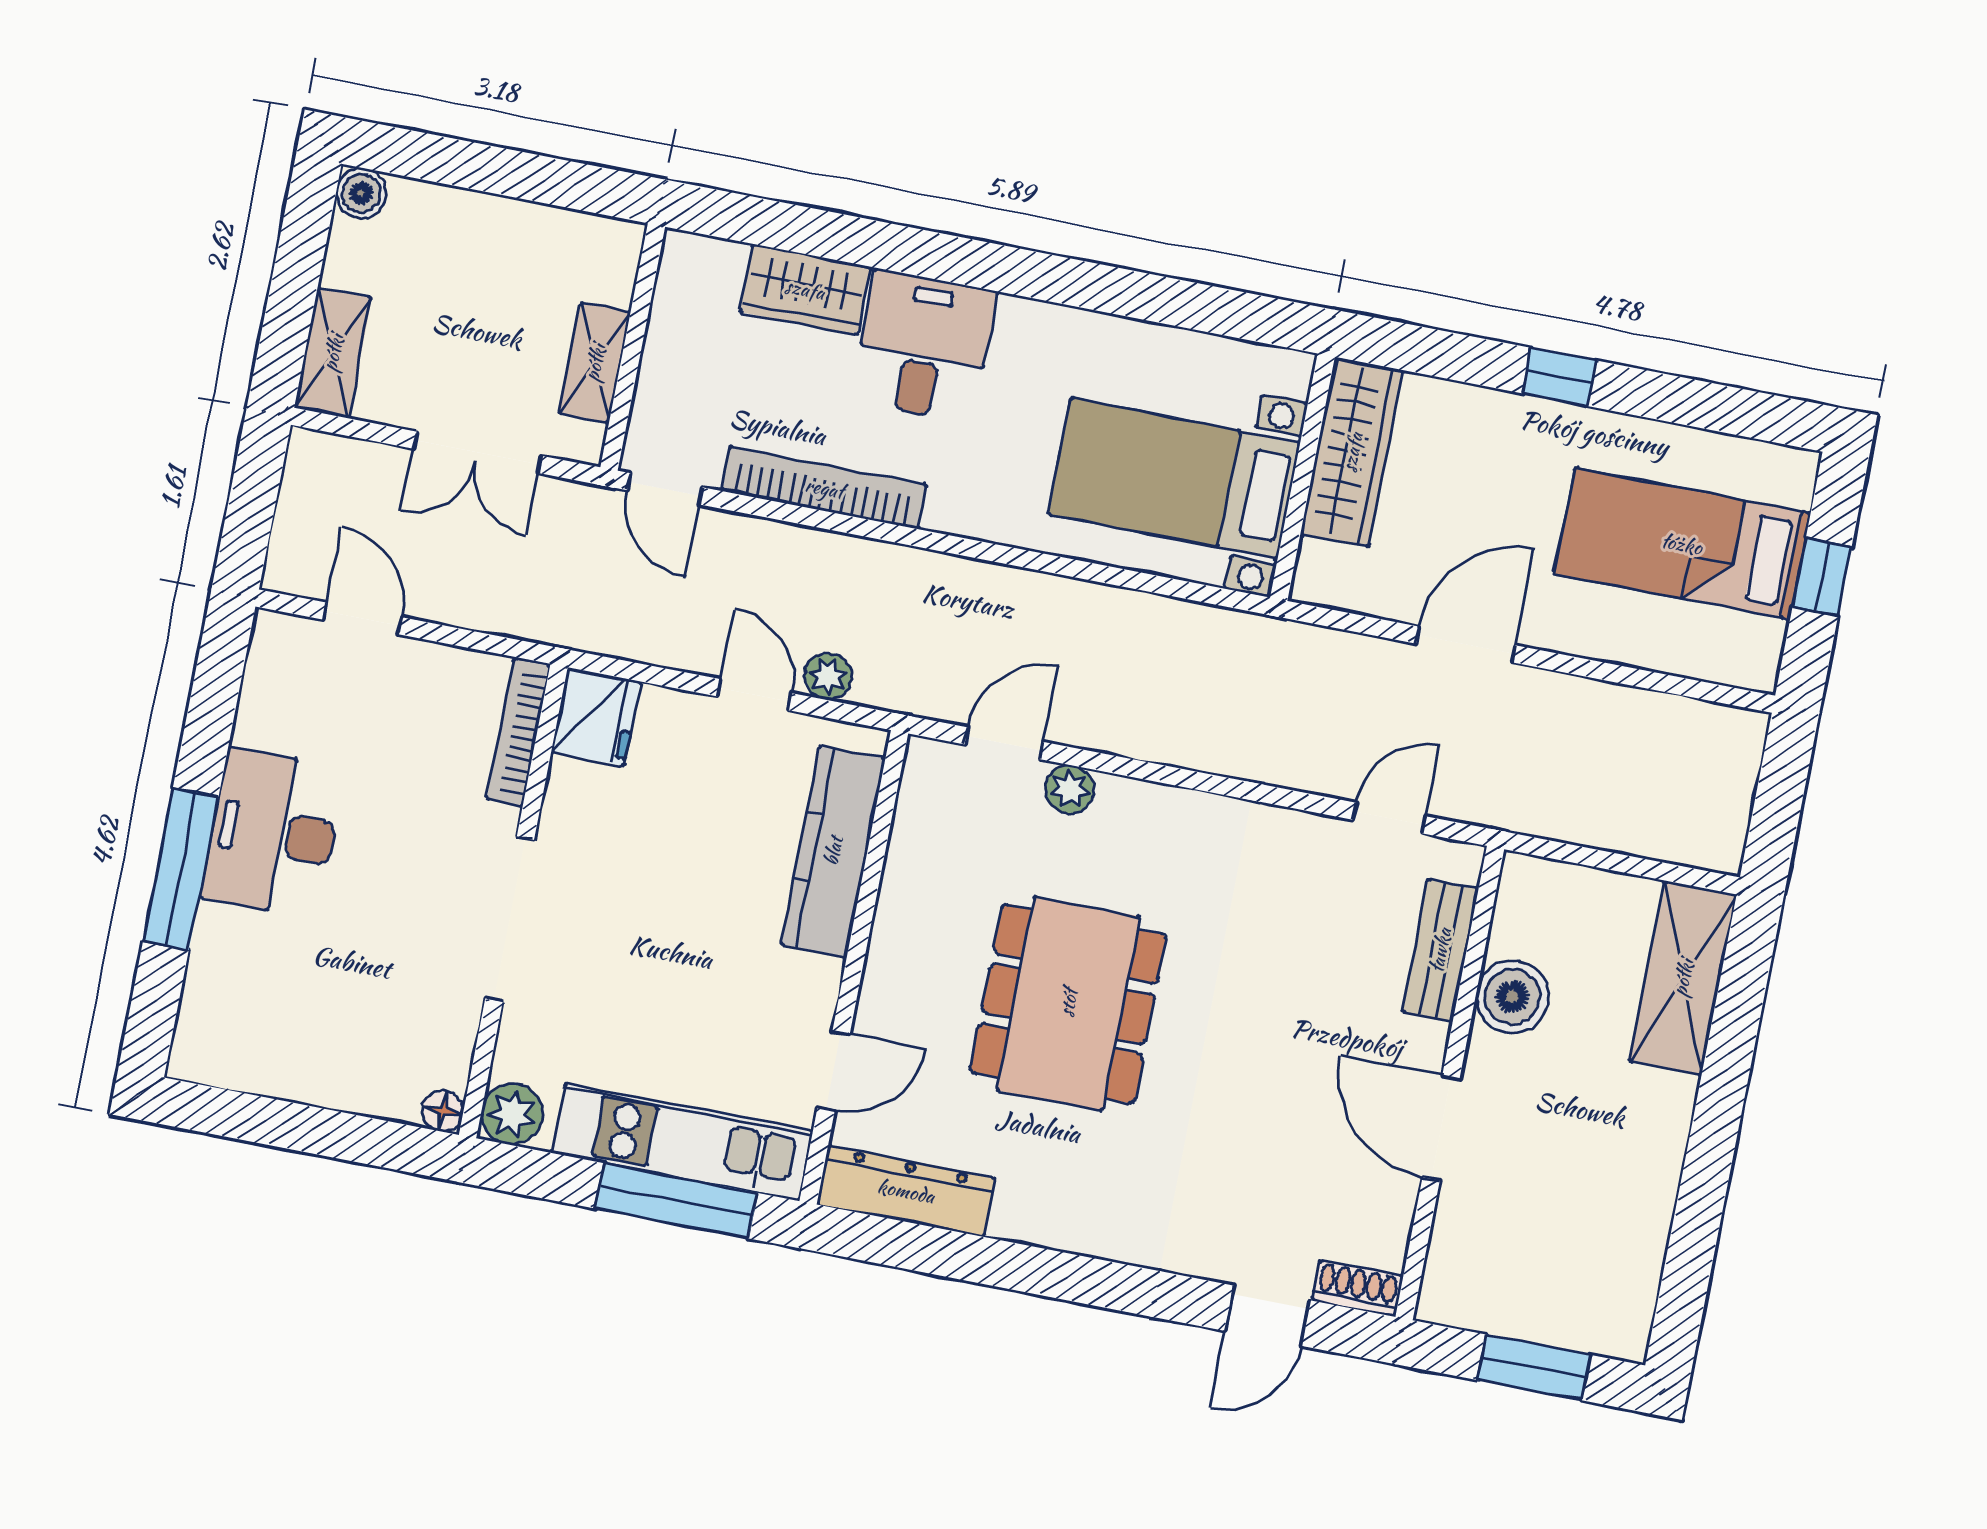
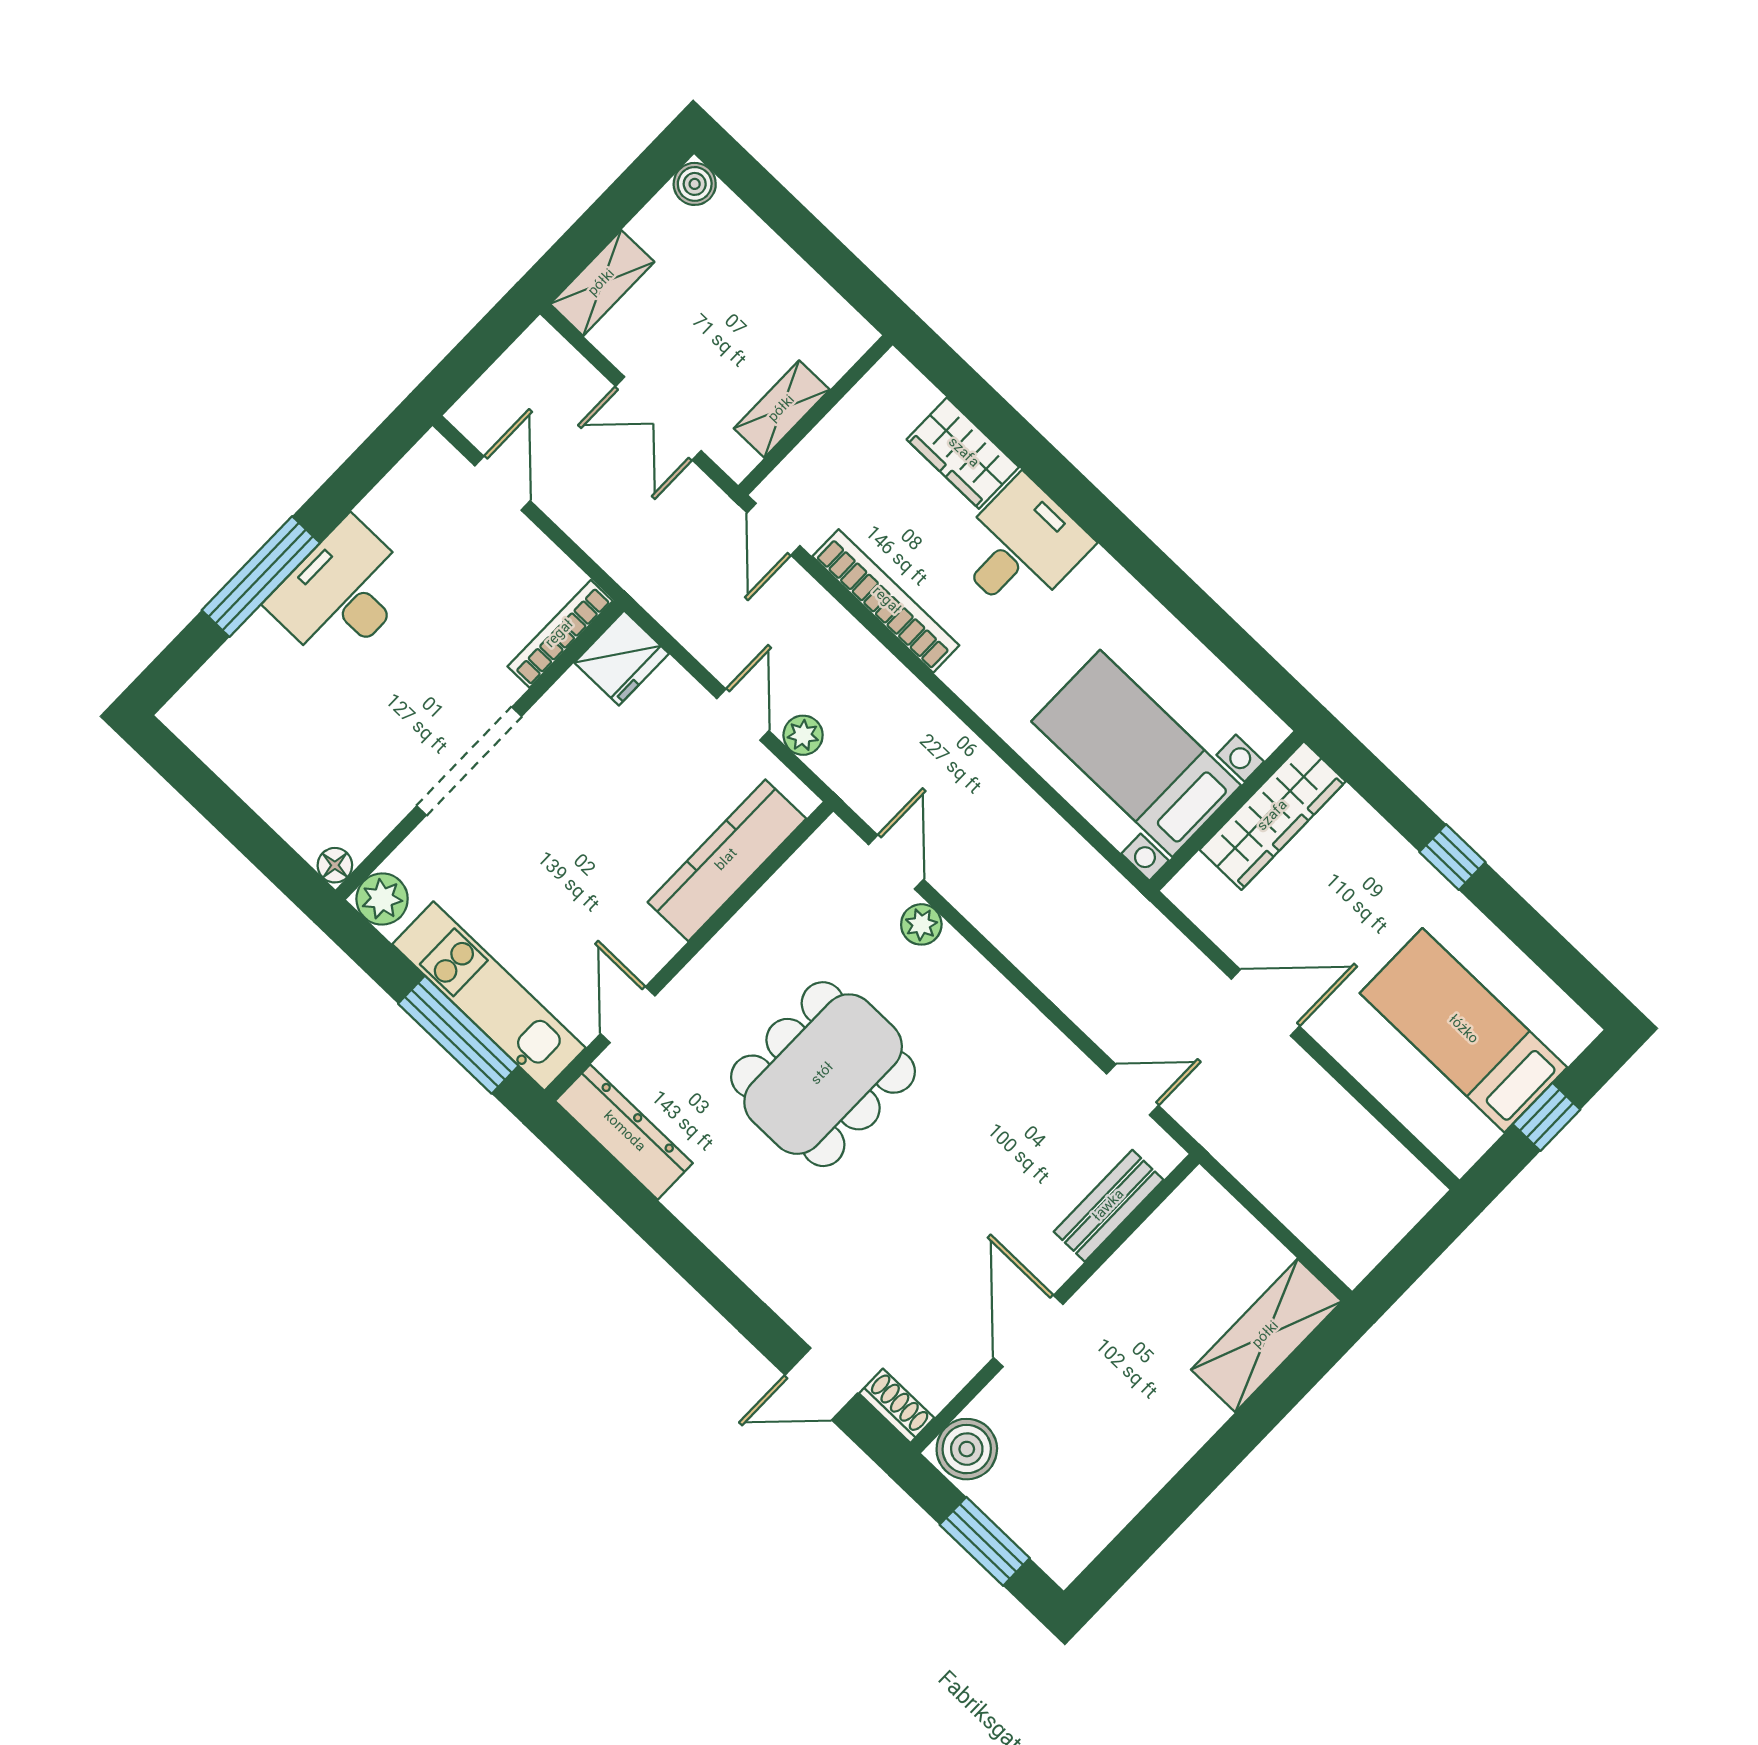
door: (1004, 743) -> (896, 862), hinge flipped
boiler: (1512, 997) -> (967, 1449), moved
door: (834, 1071) -> (628, 1015), swing flipped

